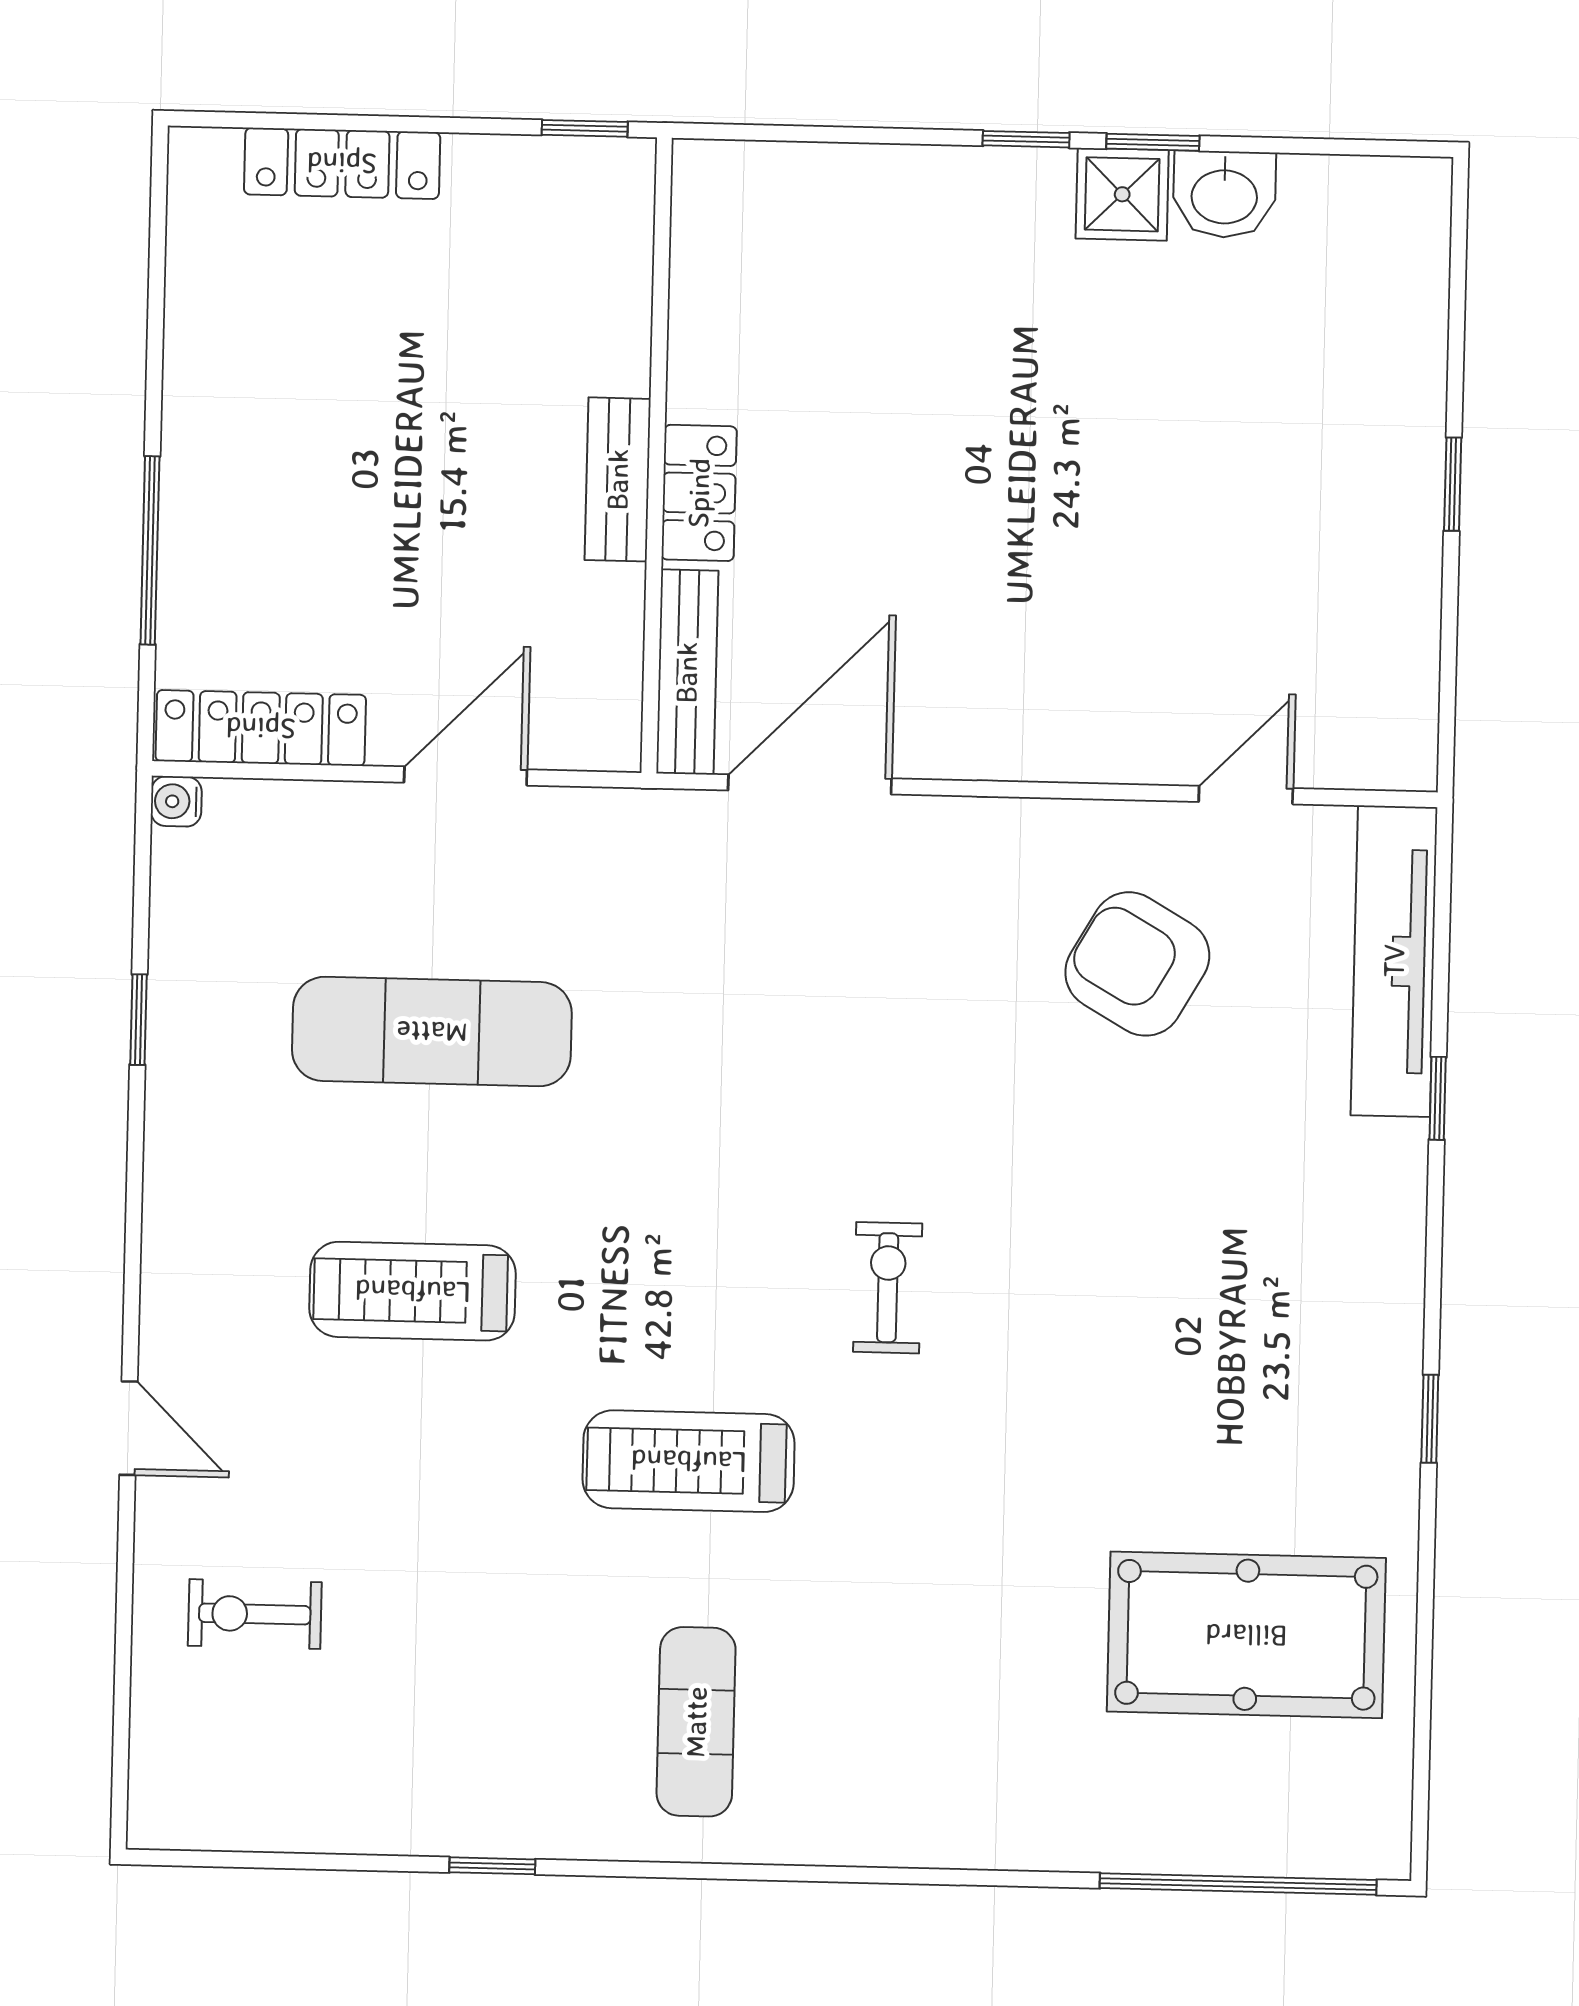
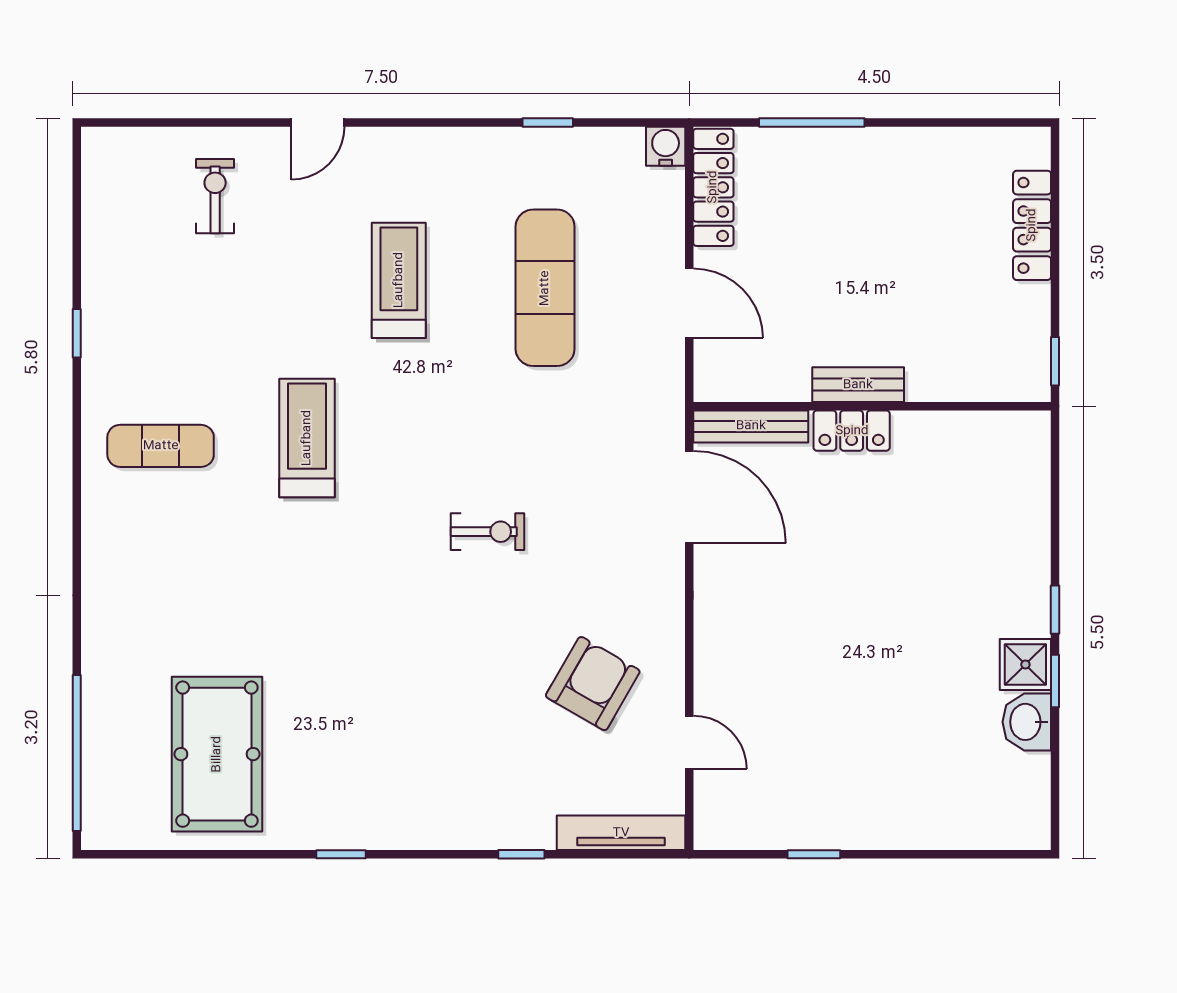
window: (1453, 484) -> (814, 854), moved
water cooler: (176, 801) -> (666, 146), width x1.38, depth x1.38
tv unit: (1394, 961) -> (621, 833), width x0.73, depth x0.78
exercise bike: (888, 1288) -> (487, 532), moved

